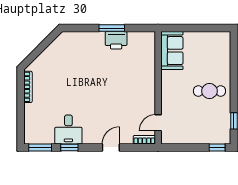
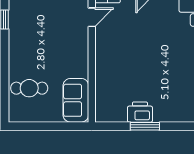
cafe table: (209, 91) -> (29, 88), moved

